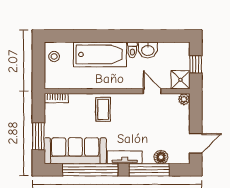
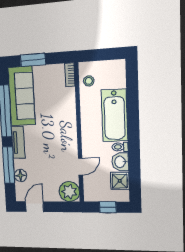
stool: (54, 56) -> (89, 81), moved
shower: (181, 80) -> (120, 181), moved
plant: (184, 99) -> (69, 192), width x1.88, depth x1.88
coffee table: (103, 109) -> (61, 121), removed
door: (196, 143) -> (35, 207), swing flipped

